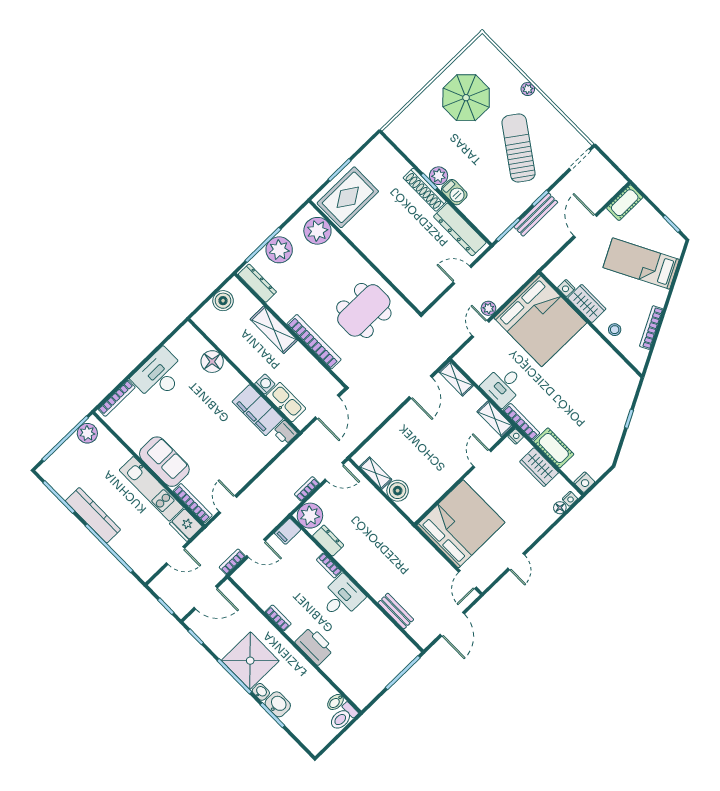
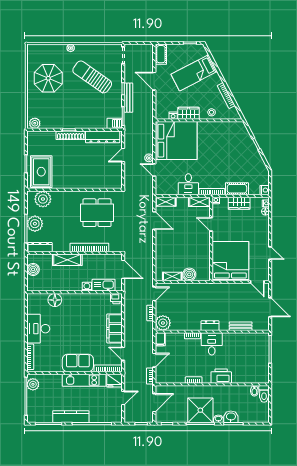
plant: (439, 176) -> (35, 123), moved
barbecue: (454, 192) -> (115, 123), moved
dining table: (364, 310) -> (97, 213), turned 90
filing cabinet: (258, 410) -> (115, 328), moved, turned 90
dresser: (328, 541) -> (210, 326), moved

